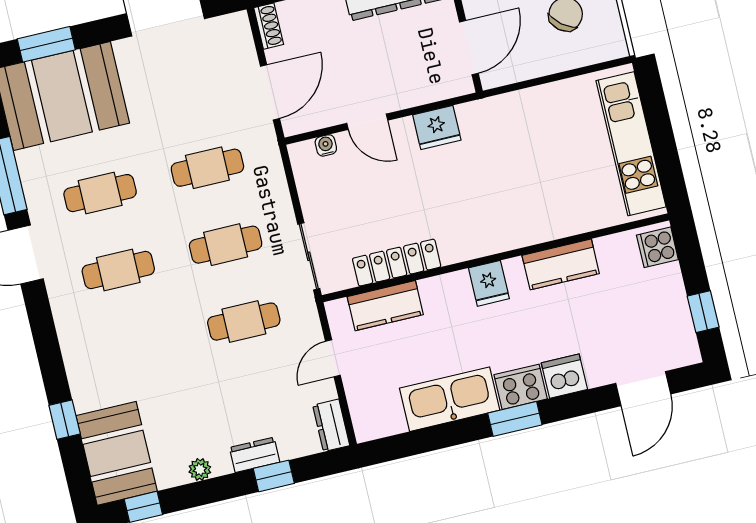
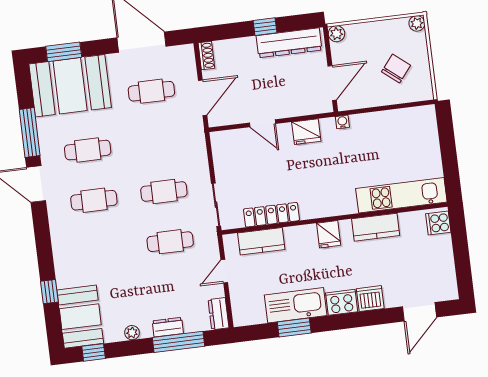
kitchen unit: (631, 144) -> (401, 195), moved, turned 90
water cooler: (326, 145) -> (342, 122), moved
cafe table: (207, 168) -> (151, 91), moved
window: (703, 312) -> (463, 267), removed
window: (515, 419) -> (294, 327), moved
window: (274, 476) -> (179, 342), width x2.17

